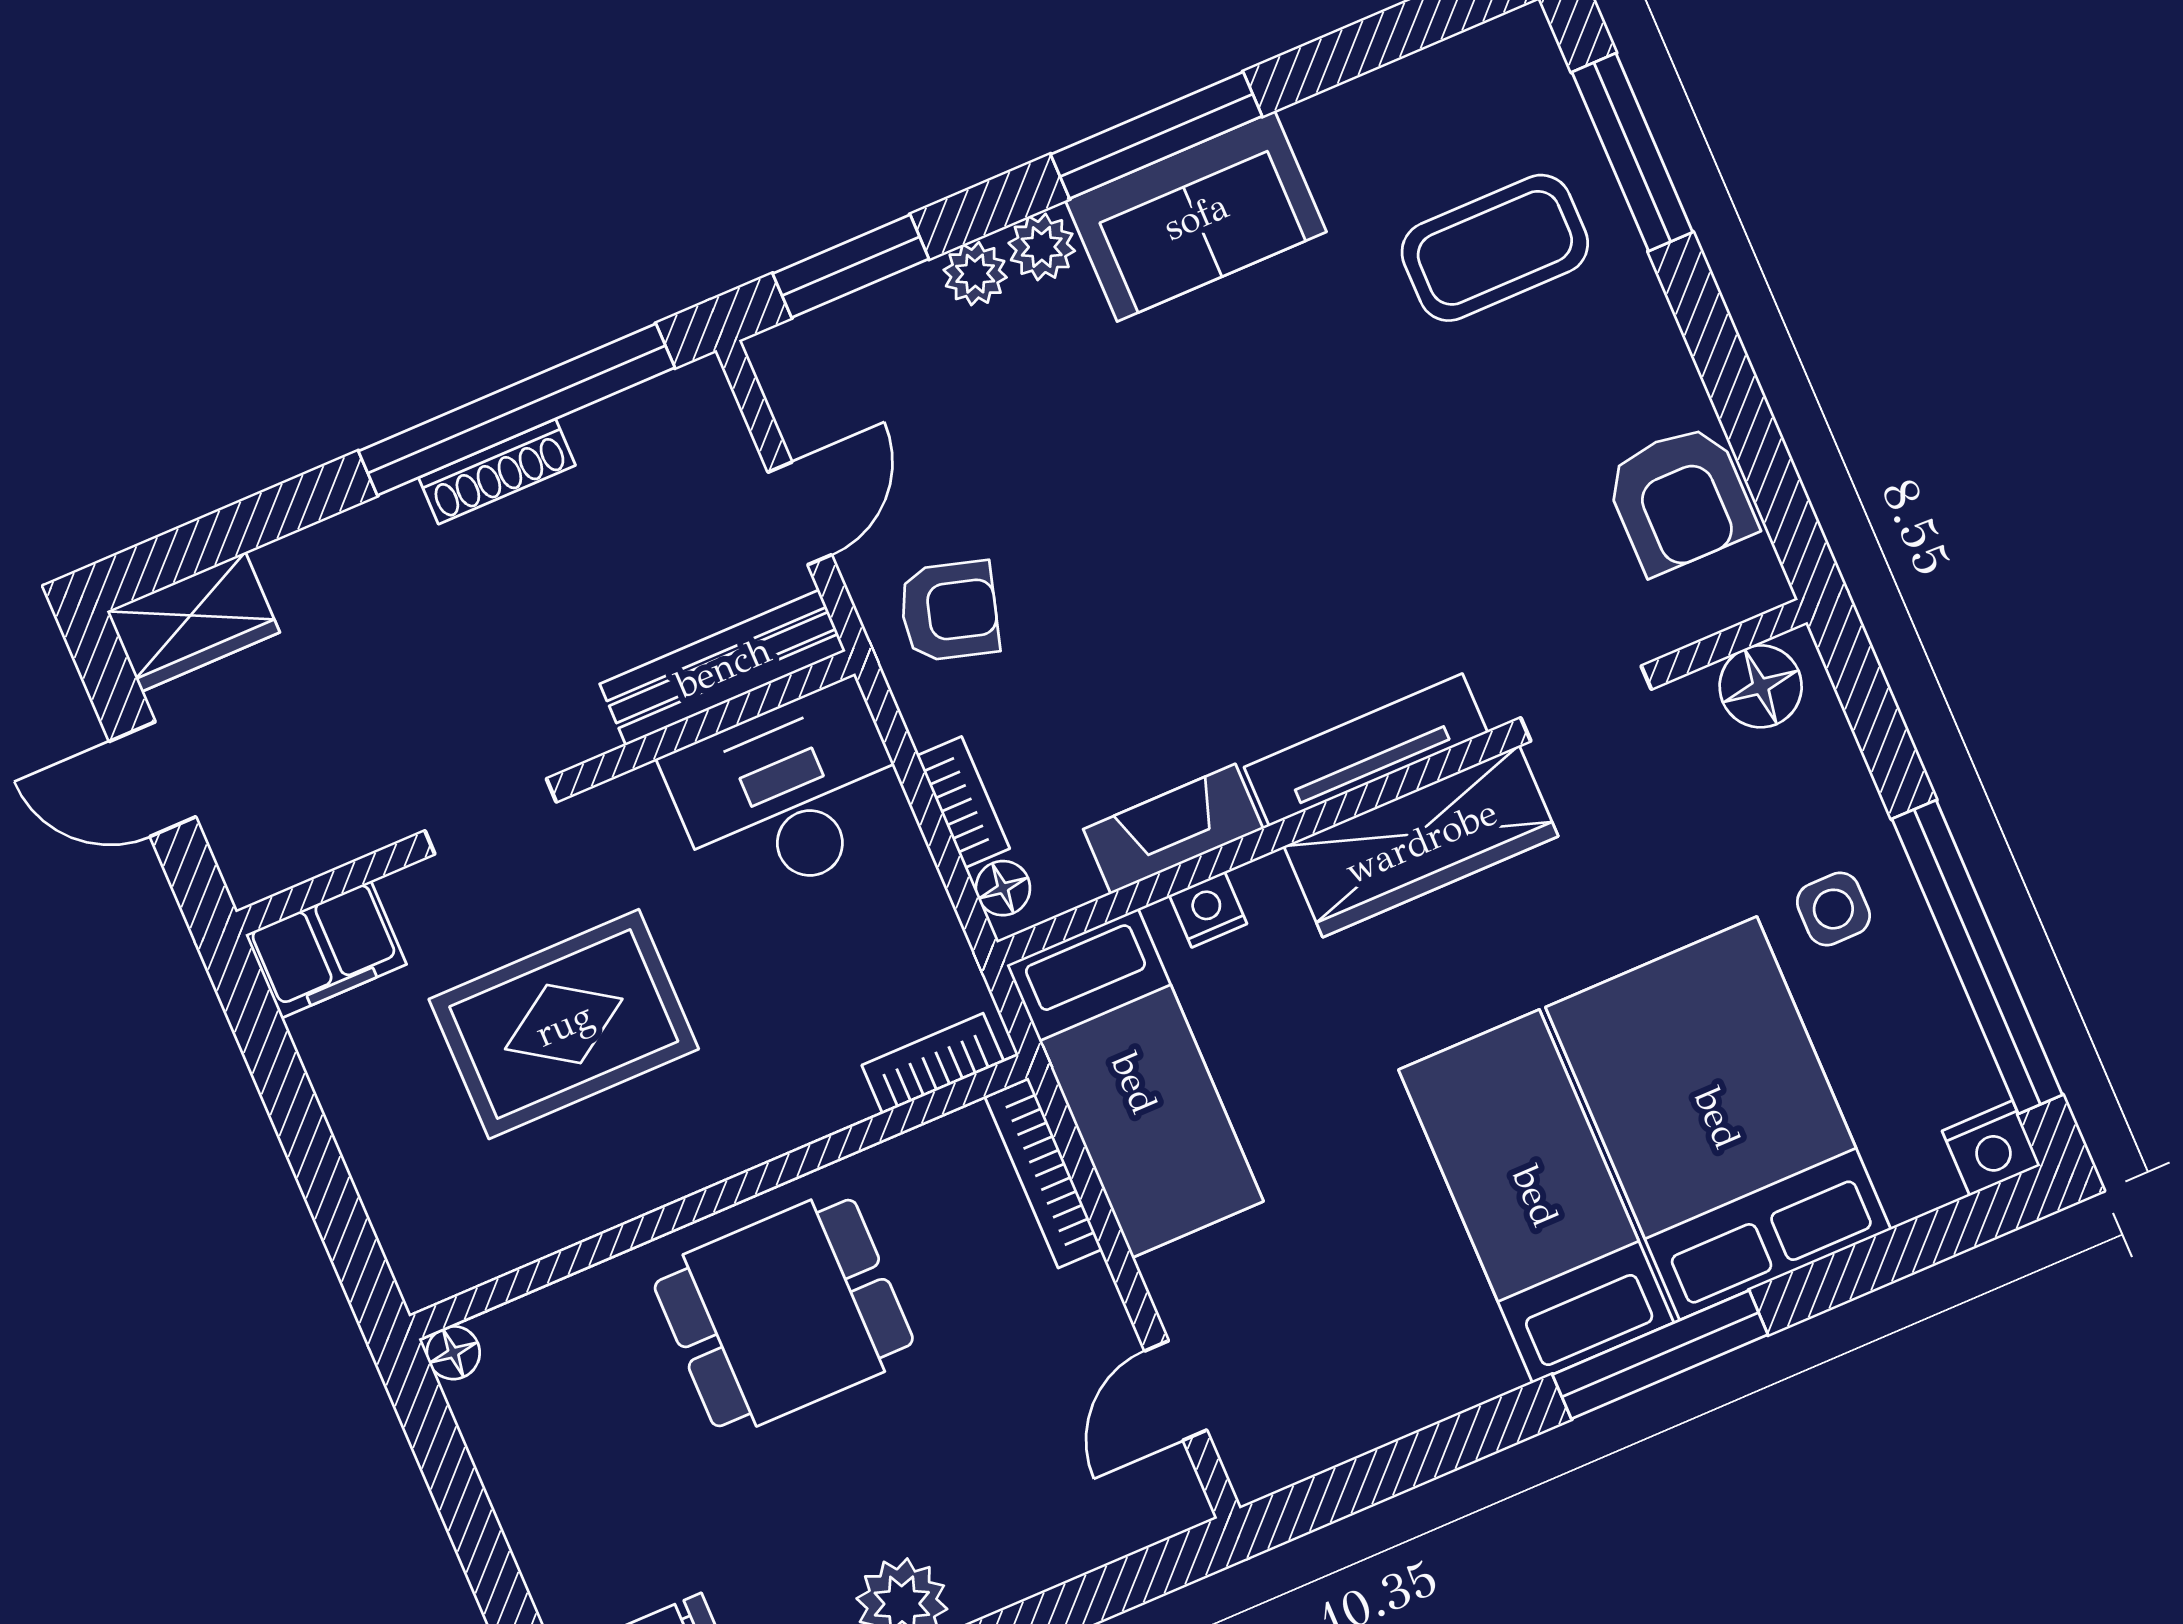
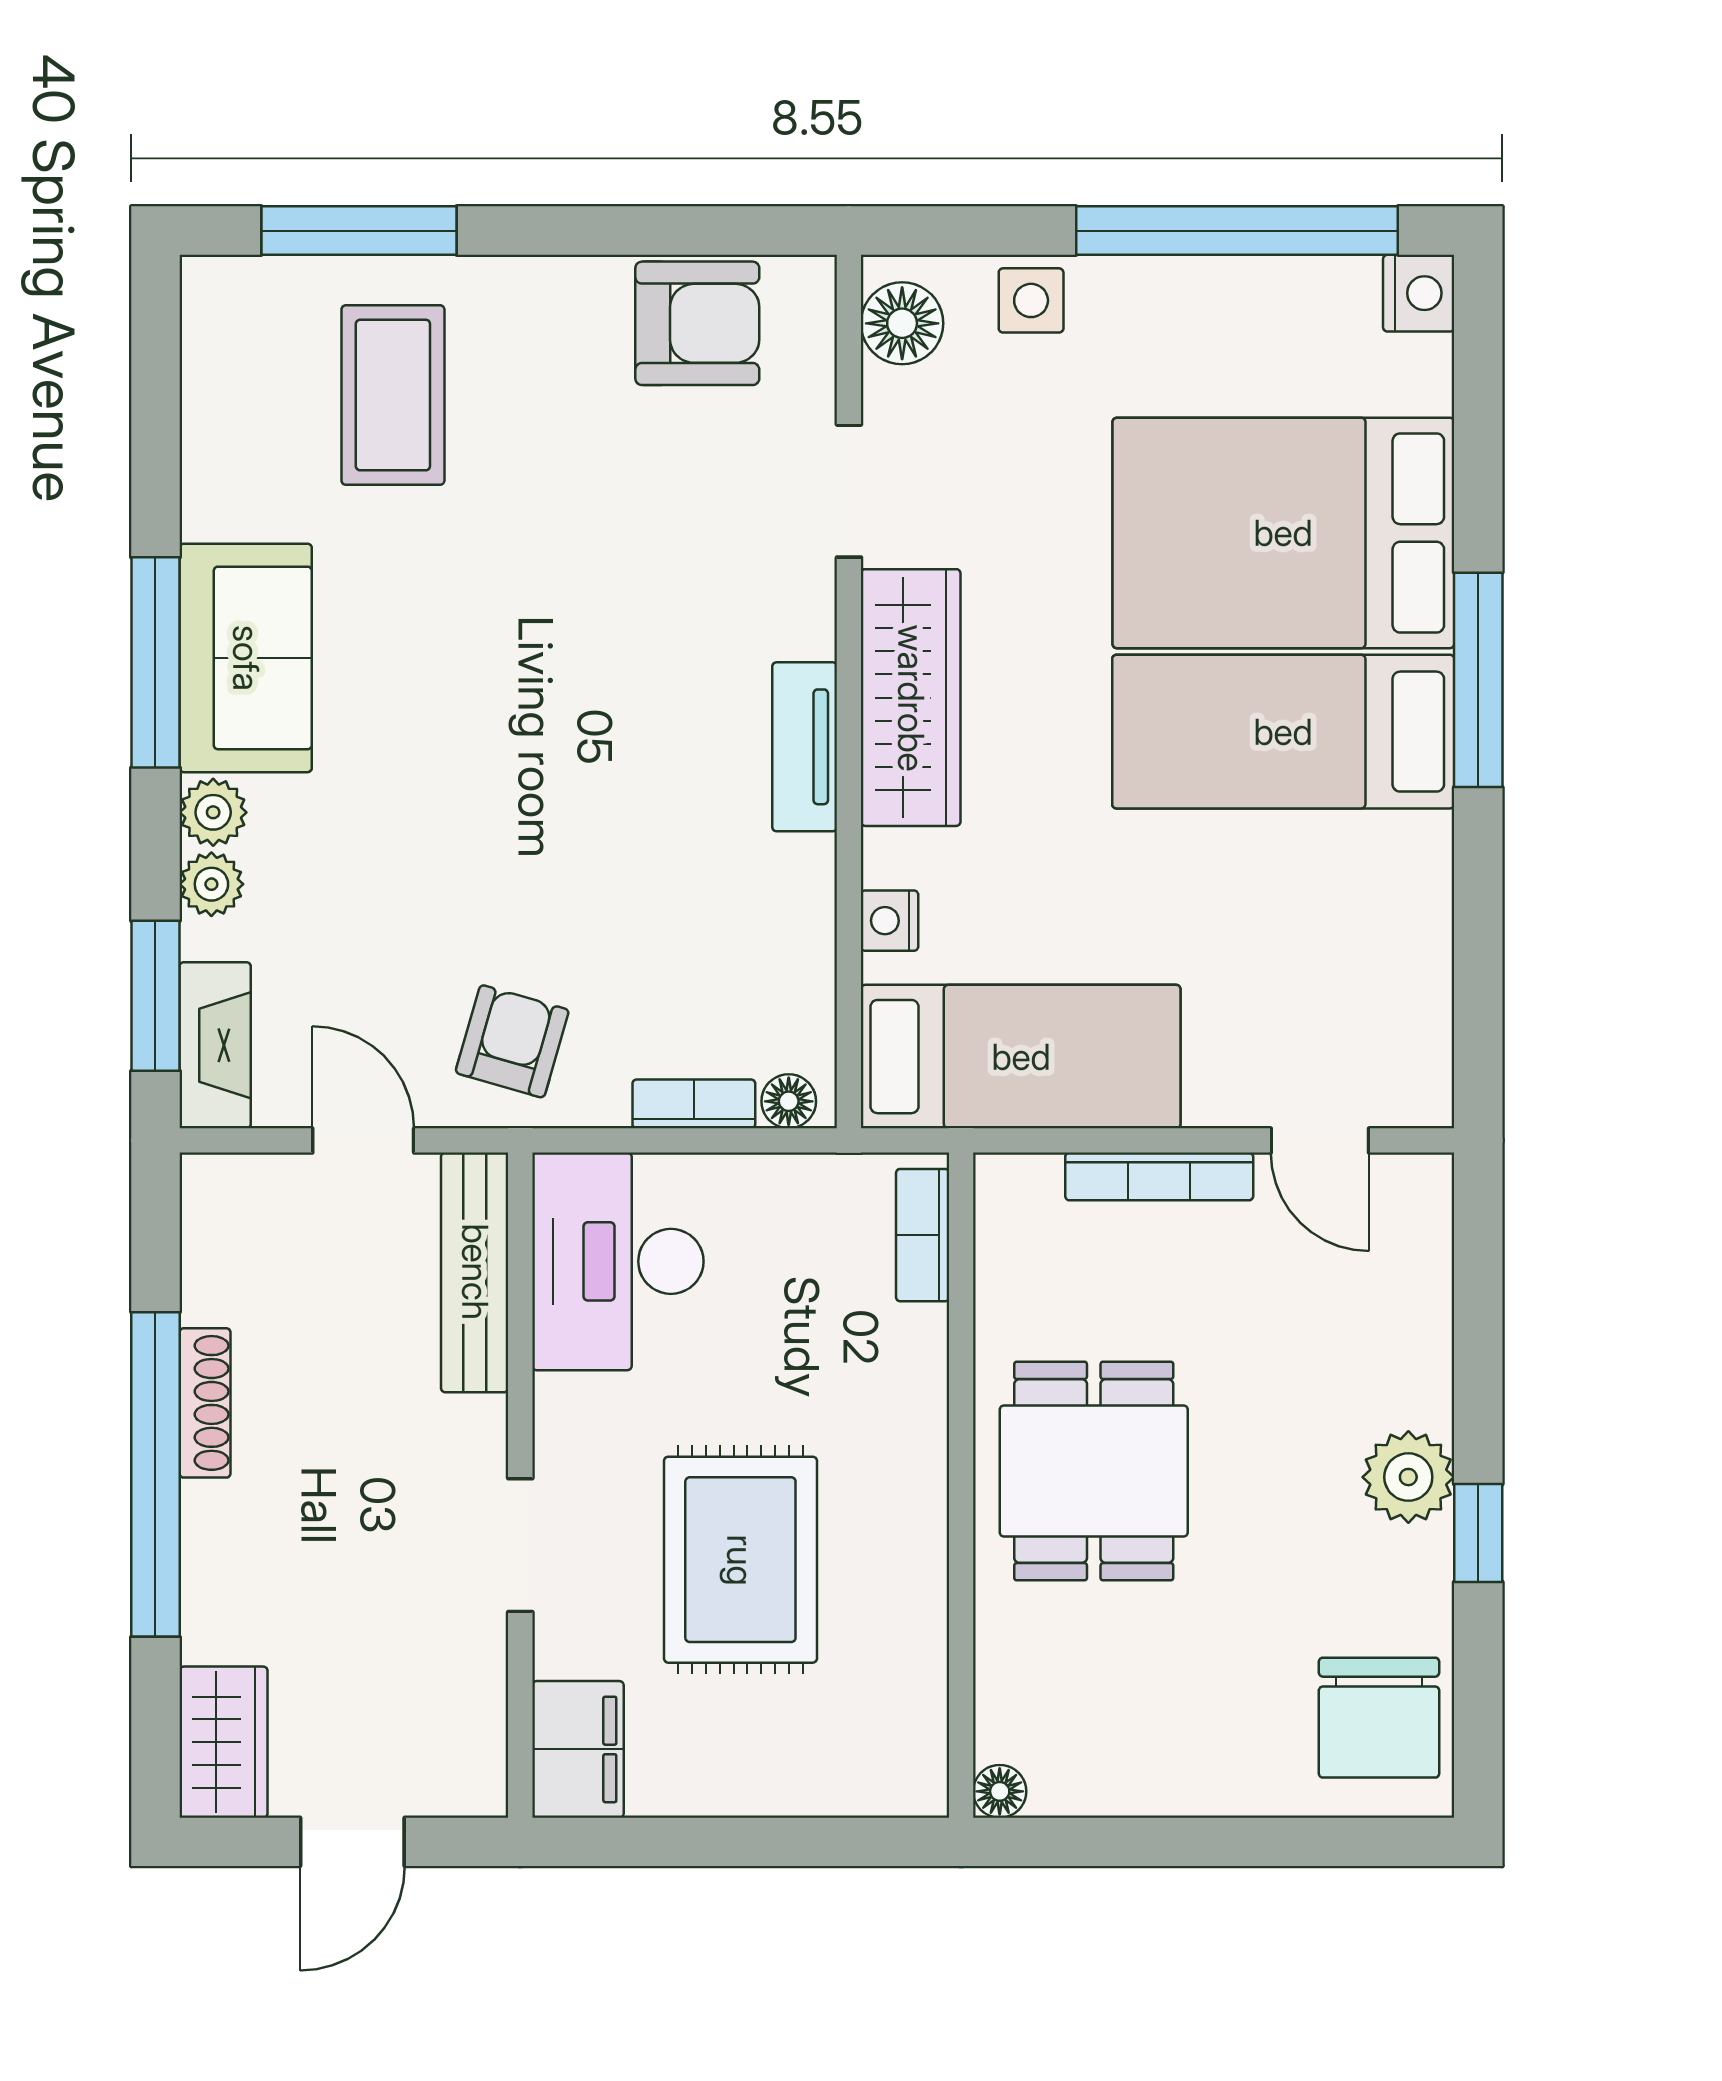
window: (517, 409) -> (155, 1474), moved
tv unit: (1366, 750) -> (805, 747), width x0.71
fireplace: (1173, 829) -> (215, 1045), moved, turned 180
side table: (1833, 909) -> (1031, 300), moved
bookcase: (1043, 1173) -> (1159, 1176), moved

